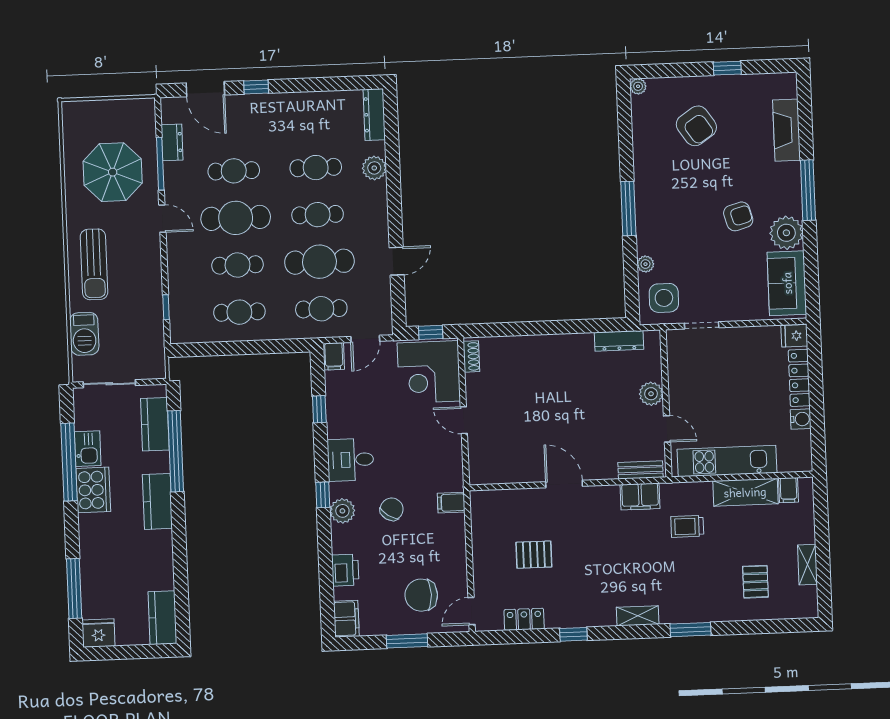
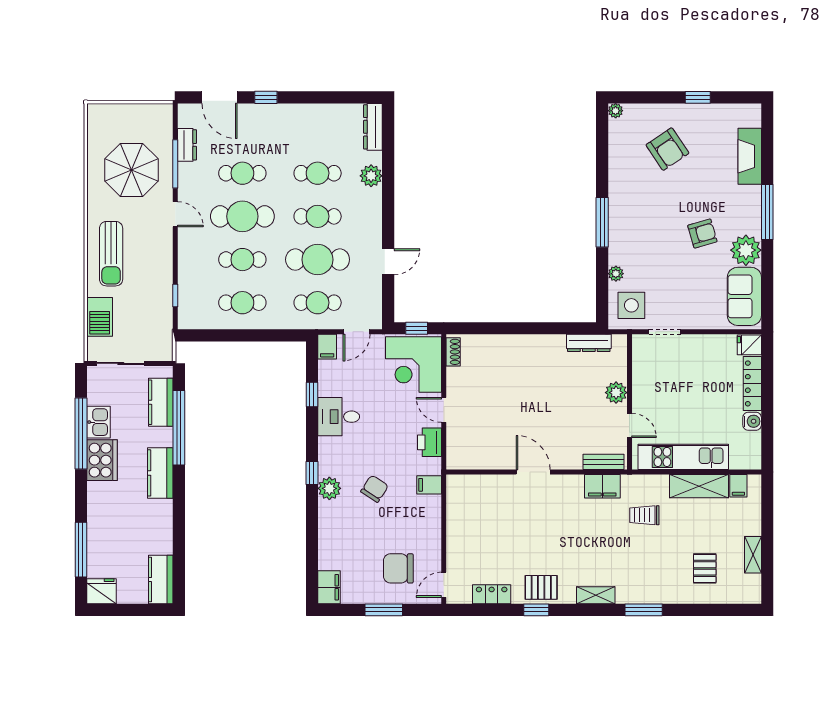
desk: (351, 460) -> (339, 417), moved
pallet: (534, 555) -> (541, 587), moved
printer: (345, 570) -> (430, 442), moved, turned 180

